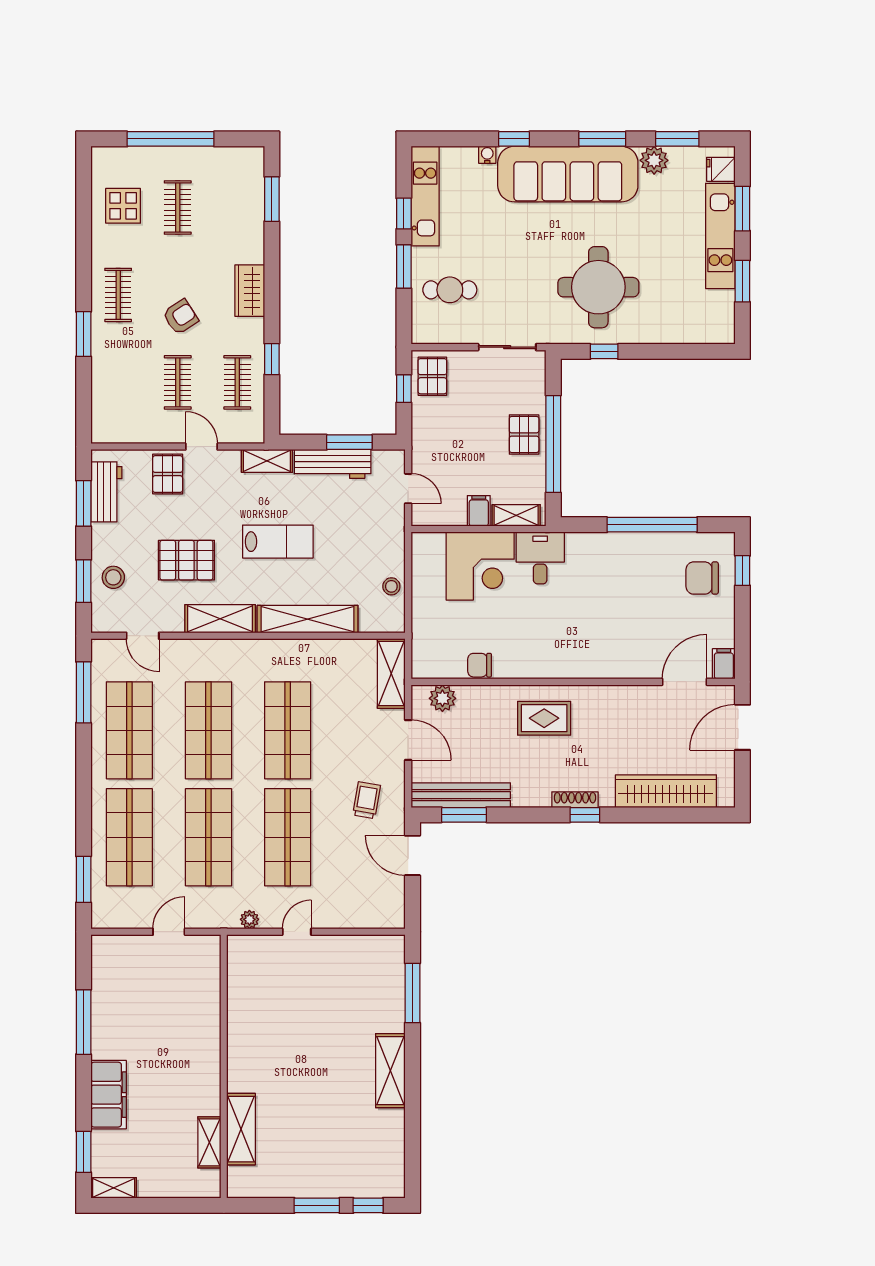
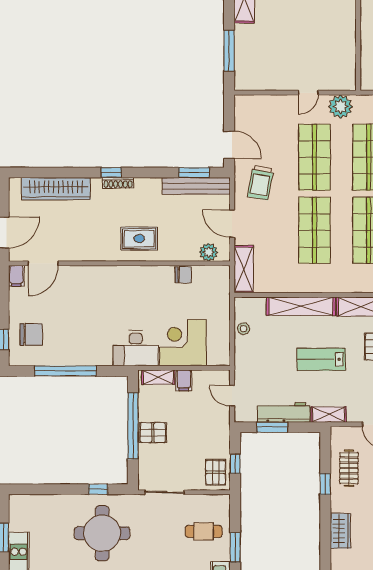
pallet: (524, 434) -> (153, 433), turned 90
desk: (540, 558) -> (136, 348), width x1.37
trolley: (367, 800) -> (260, 183), width x1.36, depth x1.39
plant: (249, 919) -> (341, 107), width x1.88, depth x1.88

